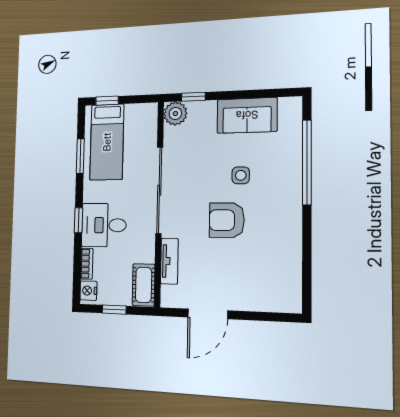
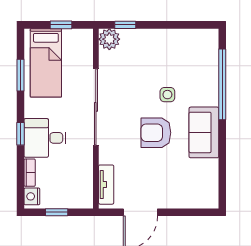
window: (107, 101) -> (61, 25), moved
sofa: (247, 115) -> (204, 132), moved, turned 90
tv unit: (169, 261) -> (106, 185), moved
cot: (144, 285) -> (83, 190), removed

